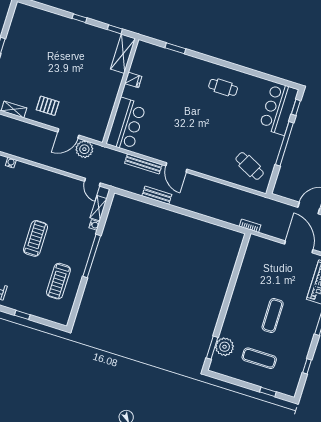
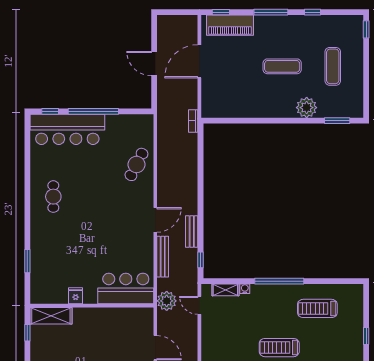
bar counter: (279, 109) -> (67, 129), width x1.36
plant: (84, 149) -> (167, 301), moved
cafe table: (250, 166) -> (136, 164), moved
door: (92, 182) -> (199, 305), swing flipped
window: (131, 195) -> (201, 260), added
treadmill: (58, 281) -> (317, 308), turned 180
plant: (225, 347) -> (307, 108), moved
window: (307, 366) -> (312, 12), moved
window: (268, 392) -> (366, 29), moved

